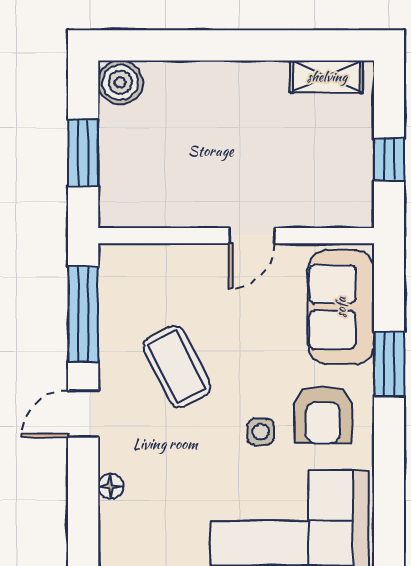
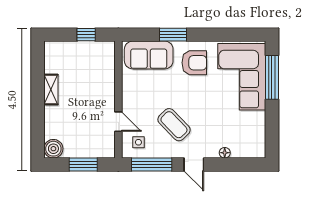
shelving: (327, 77) -> (51, 89), moved
door: (252, 236) -> (118, 122), moved
coffee table: (177, 367) -> (174, 125), turned 73
side table: (261, 432) -> (138, 142), moved

